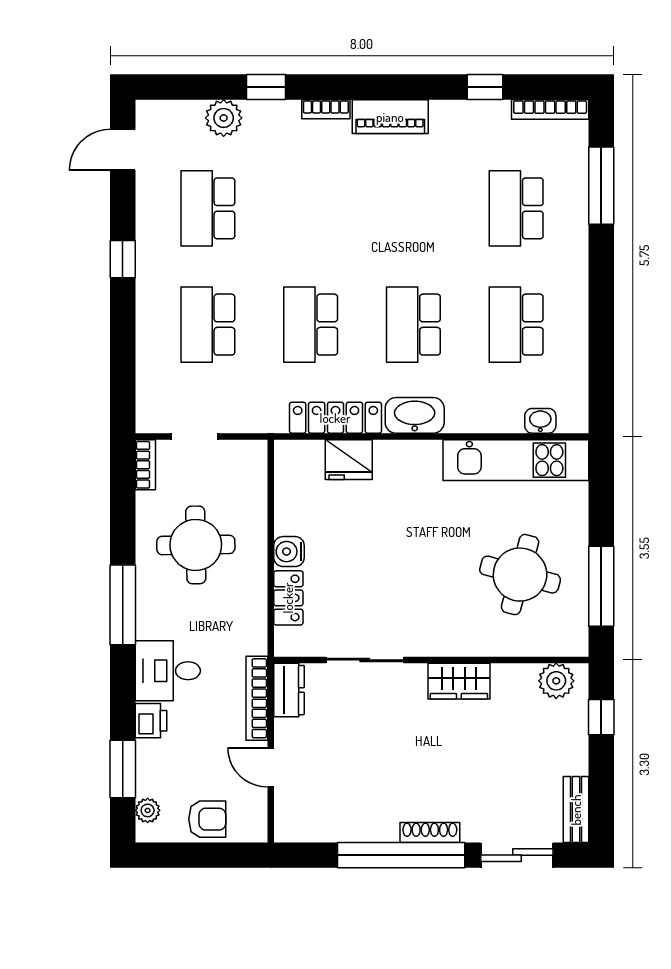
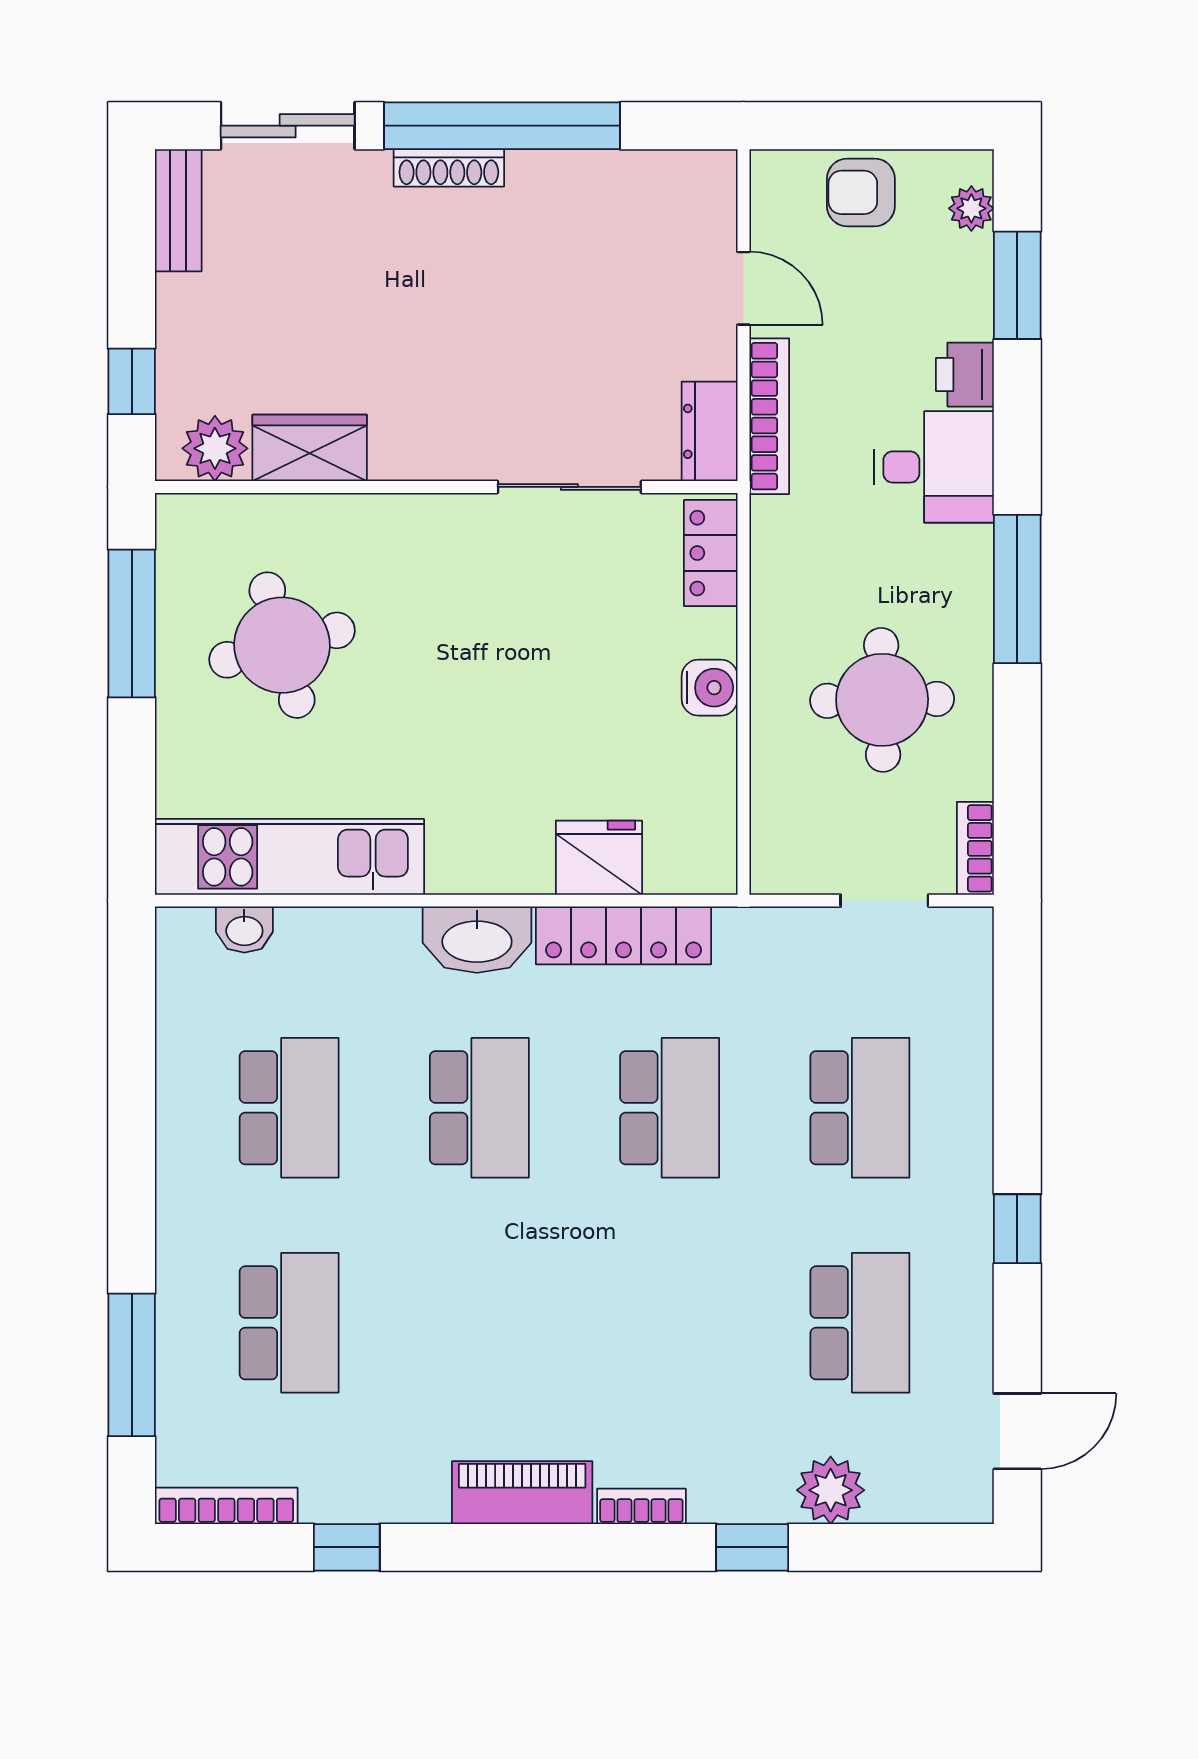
round table: (520, 575) -> (282, 645), turned -30
locker: (288, 598) -> (711, 553), moved
wardrobe: (459, 681) -> (310, 448), moved

